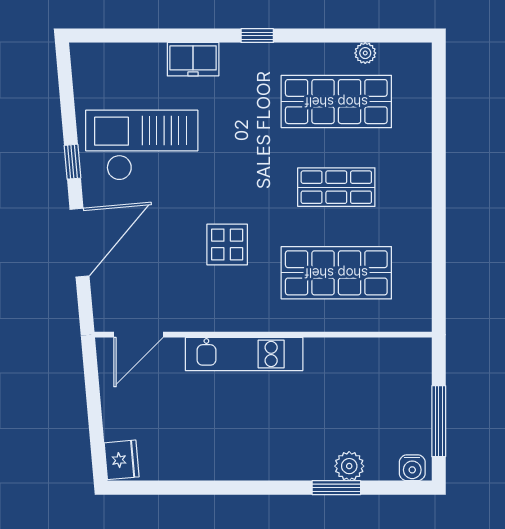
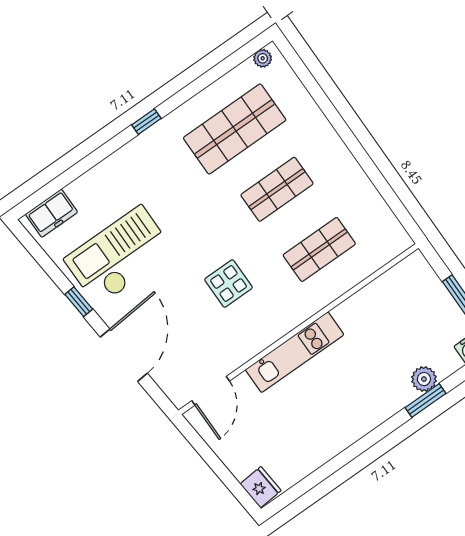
plant: (365, 53) -> (263, 58), moved
freezer: (193, 59) -> (51, 213), moved
shop shelf: (336, 273) -> (319, 249), width x0.70, depth x0.74

